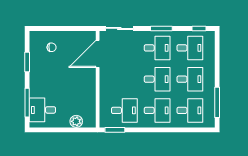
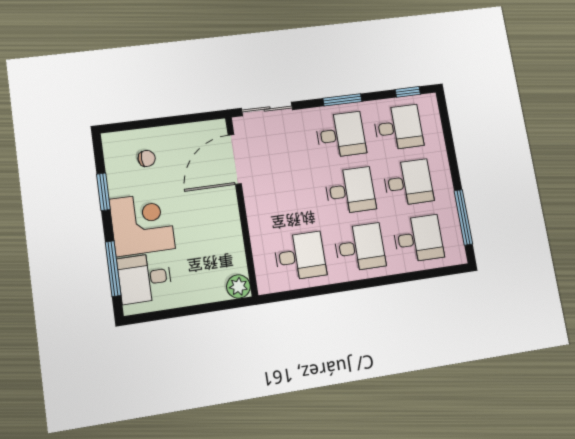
corner desk: (45, 82) -> (142, 224), added
plant: (76, 121) -> (238, 286), moved
window: (115, 130) -> (288, 295), removed

